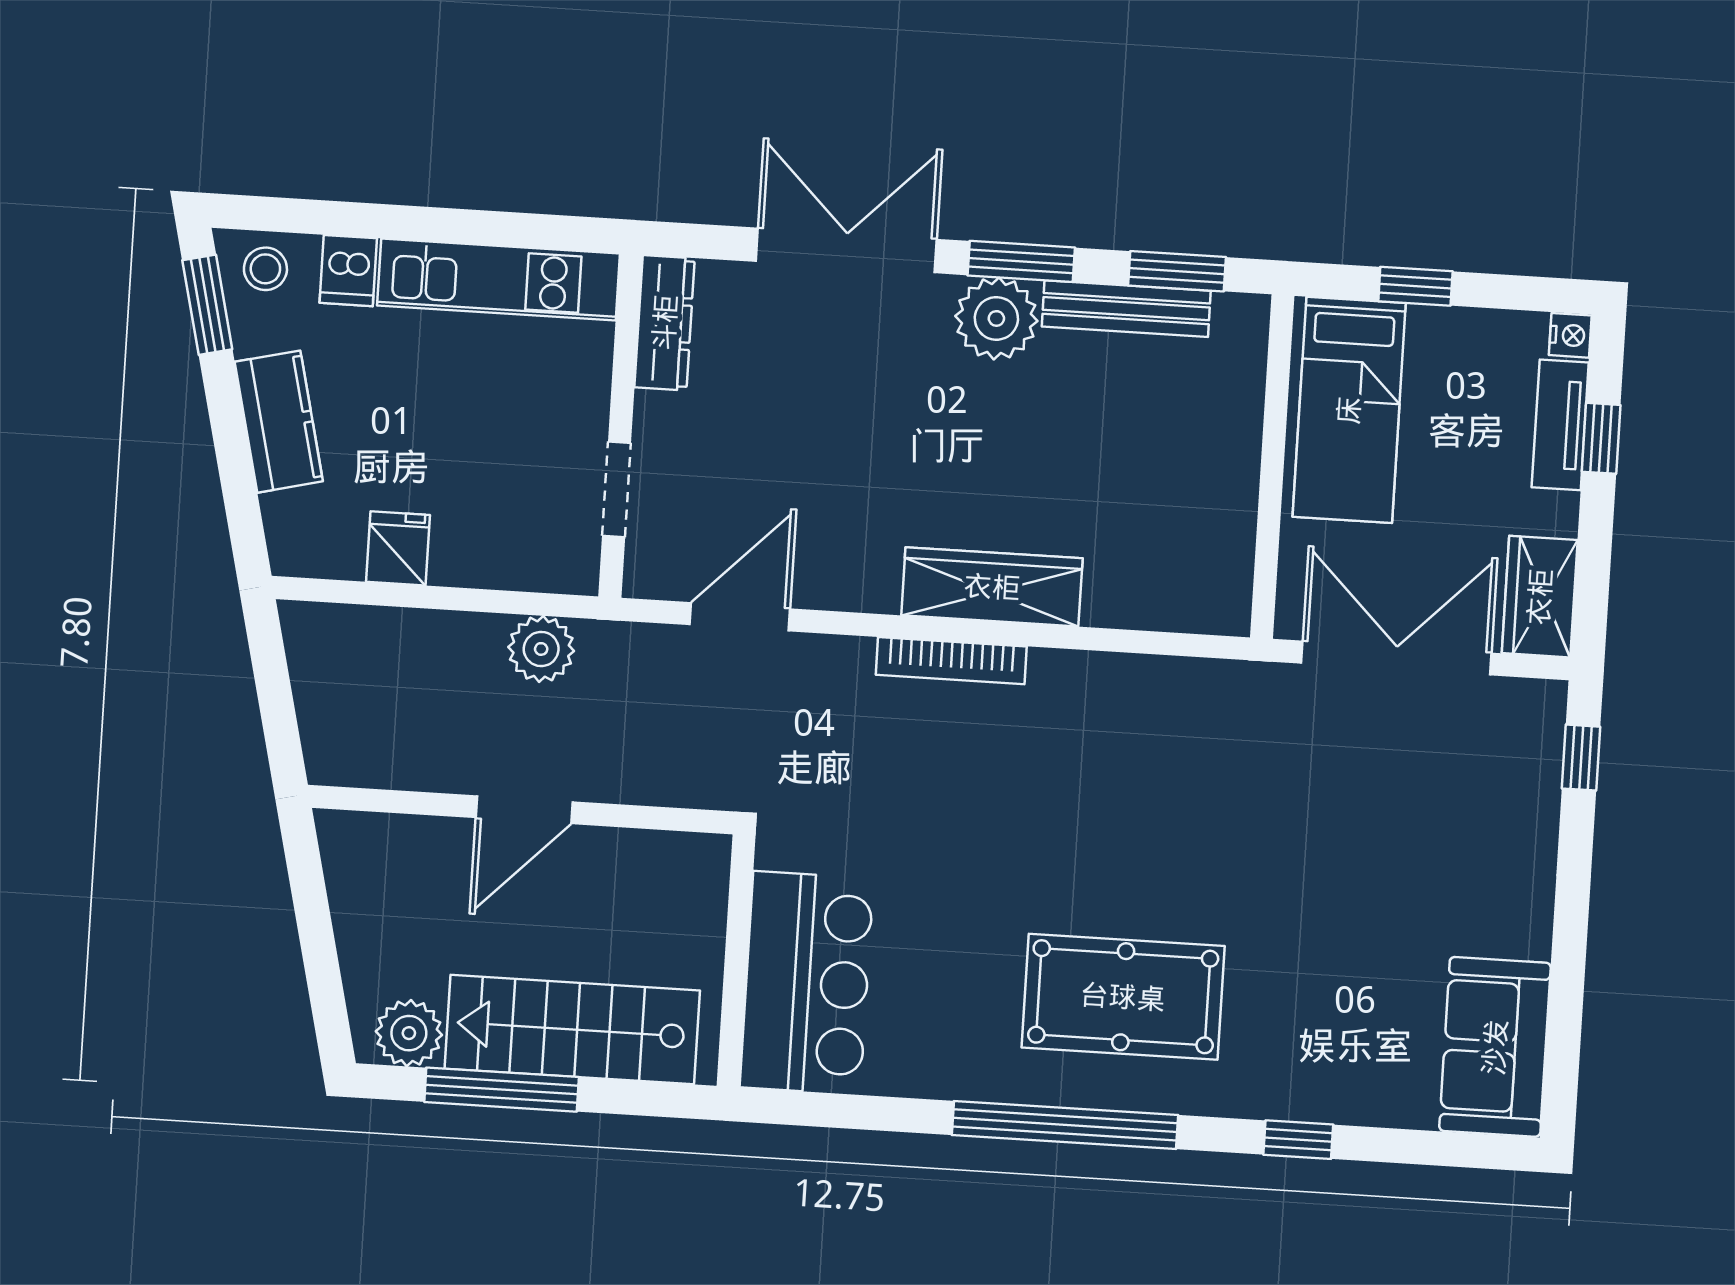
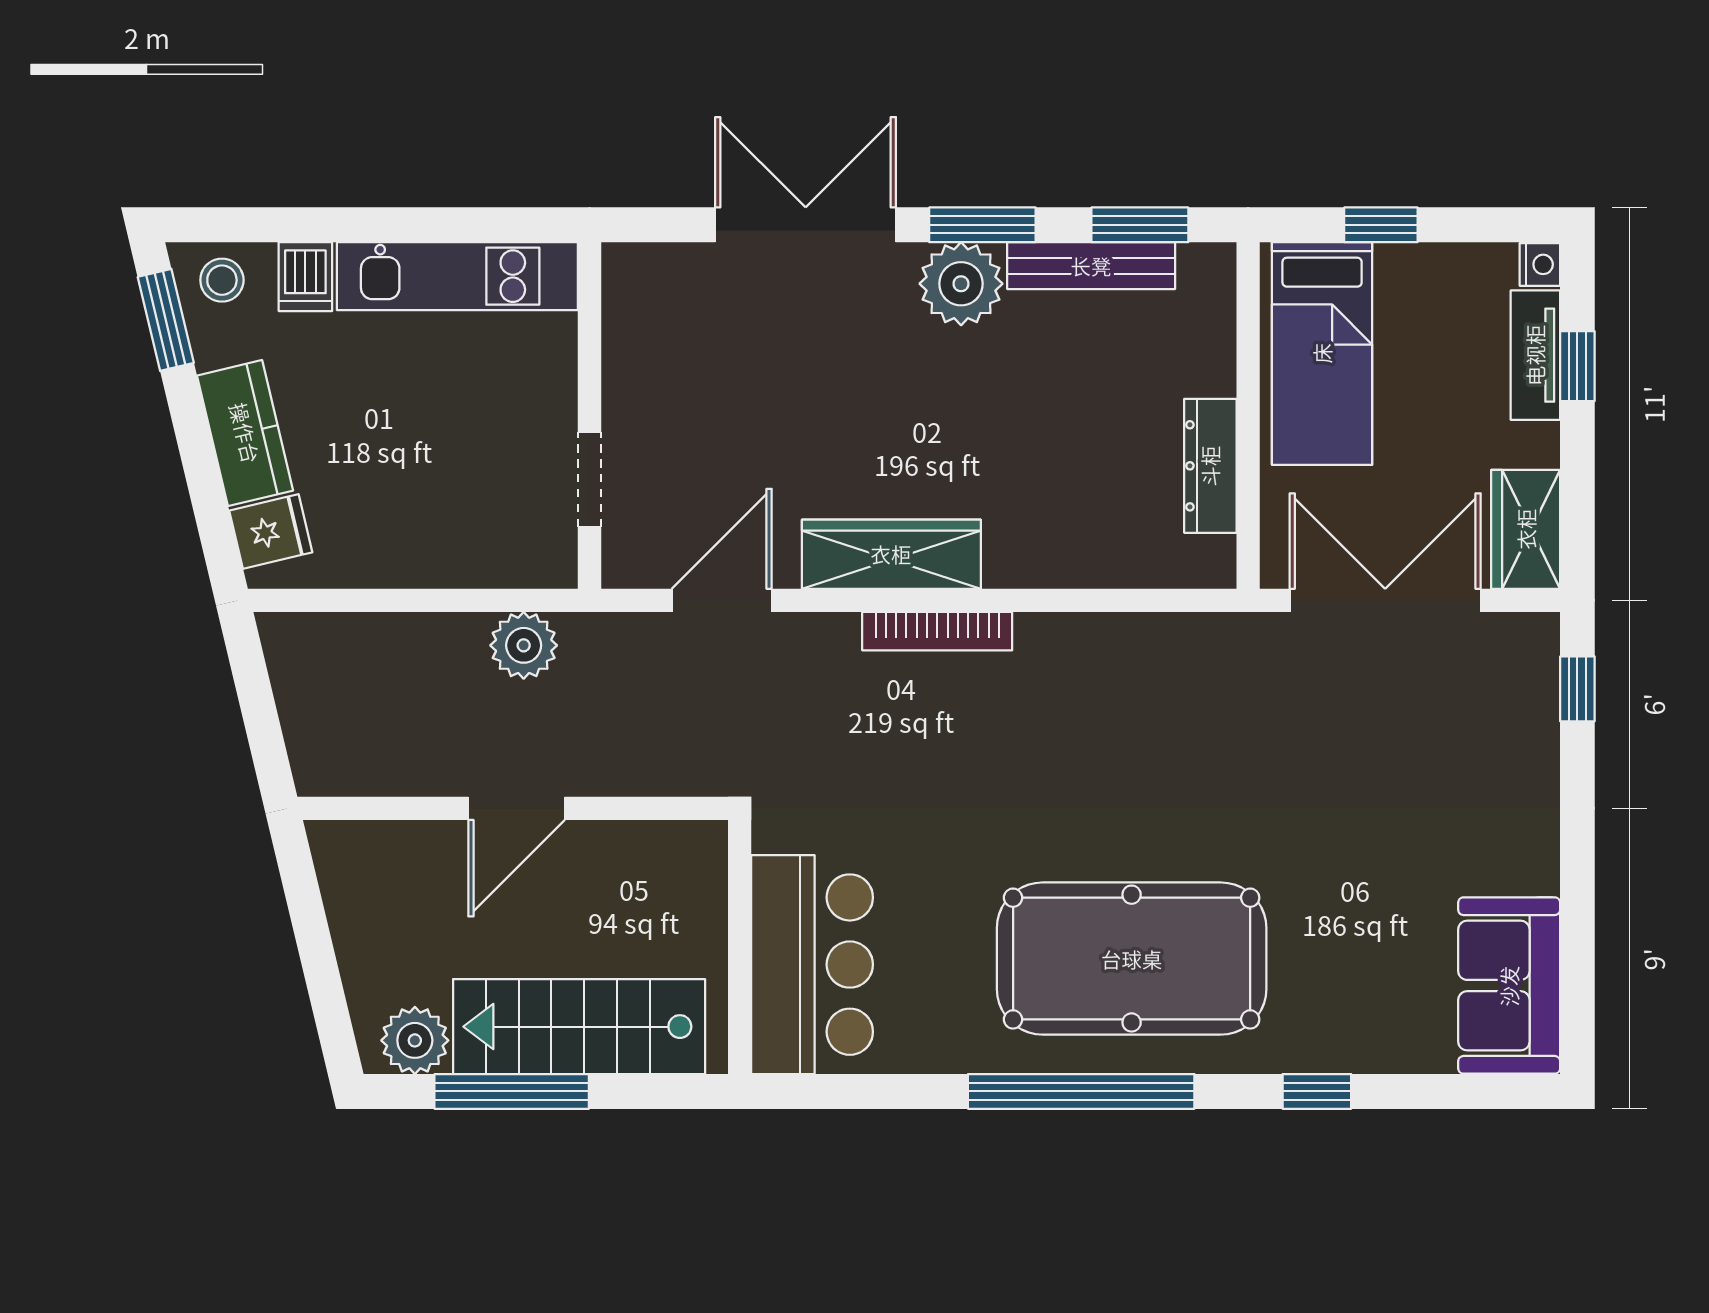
dresser: (665, 323) -> (1210, 466), moved, turned 180
fridge: (398, 548) -> (271, 531), moved, turned 77
wardrobe: (992, 587) -> (891, 554), moved
pool table: (1123, 997) -> (1132, 959), width x1.36, depth x1.32

